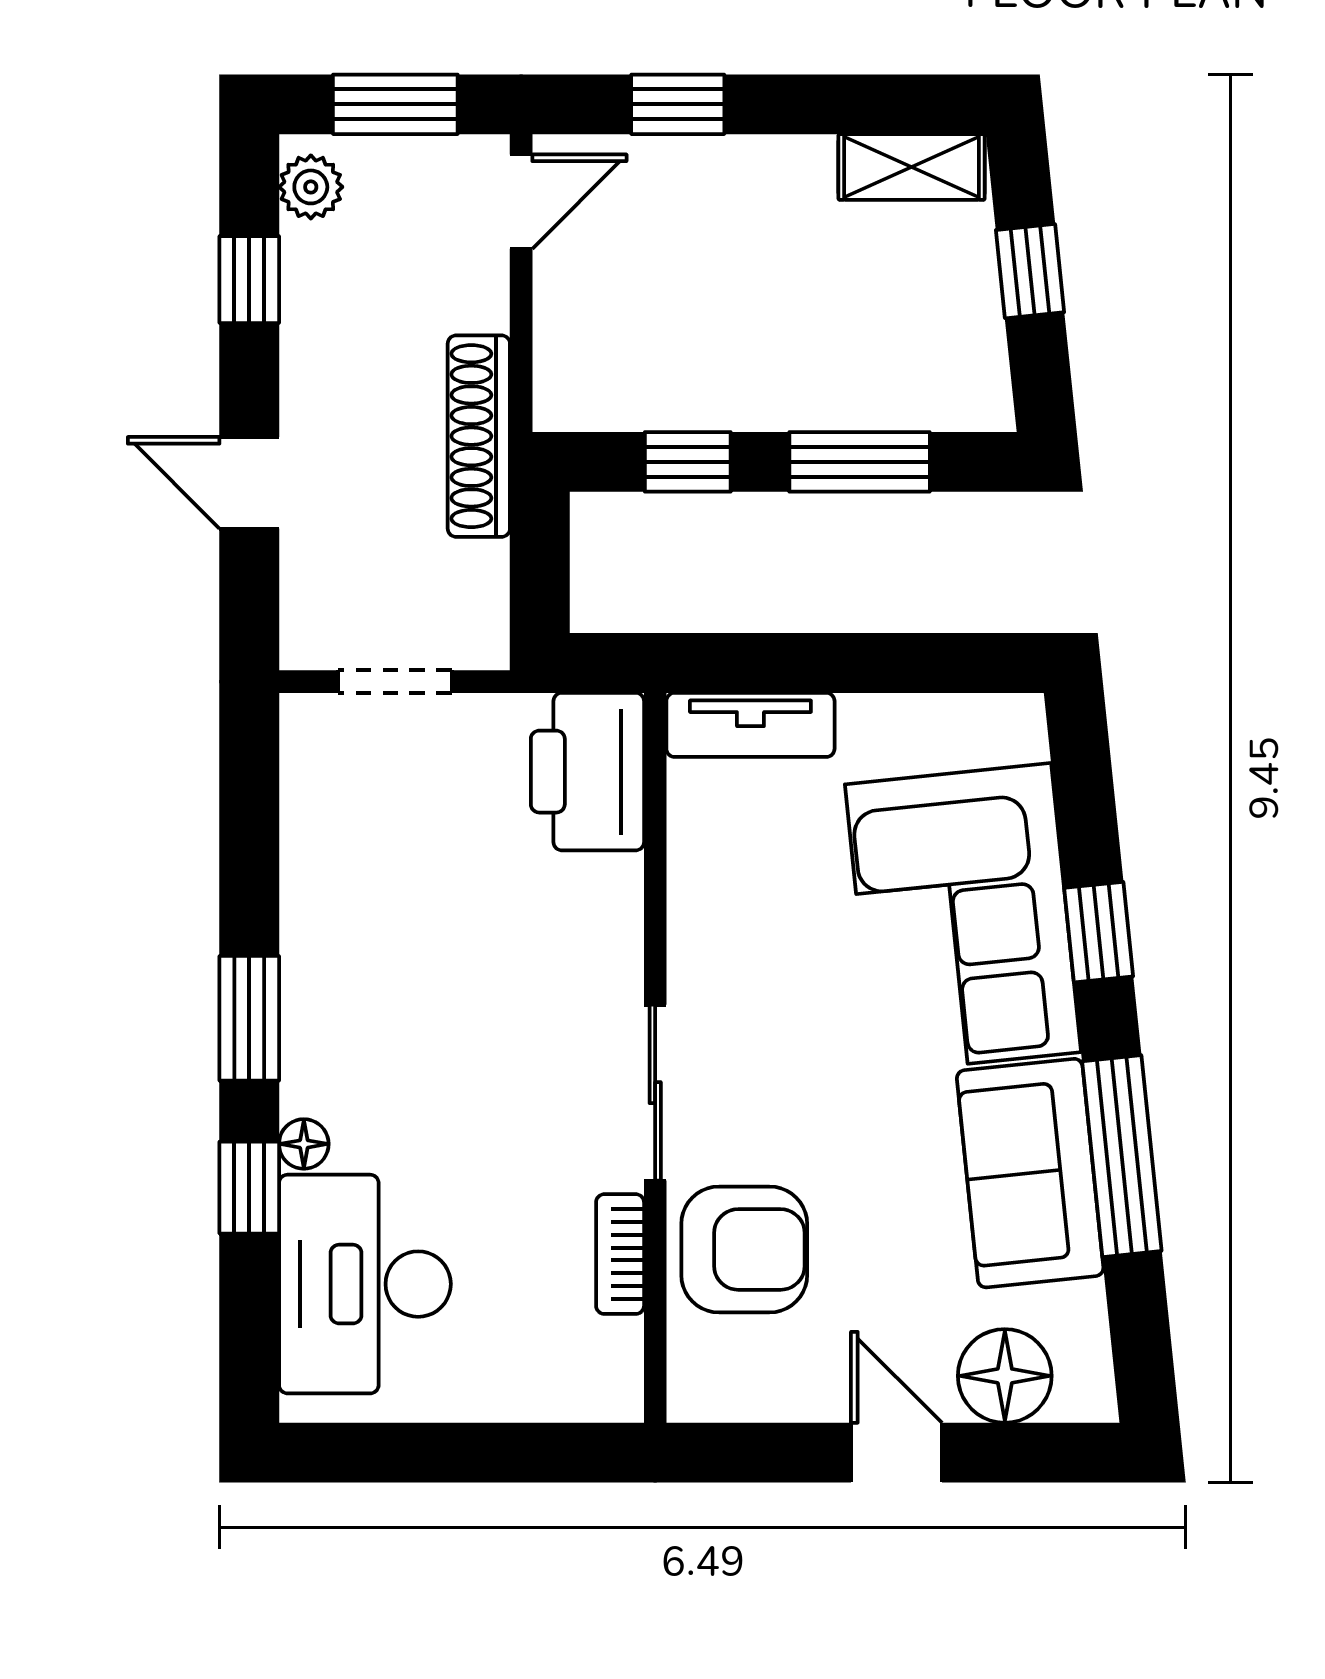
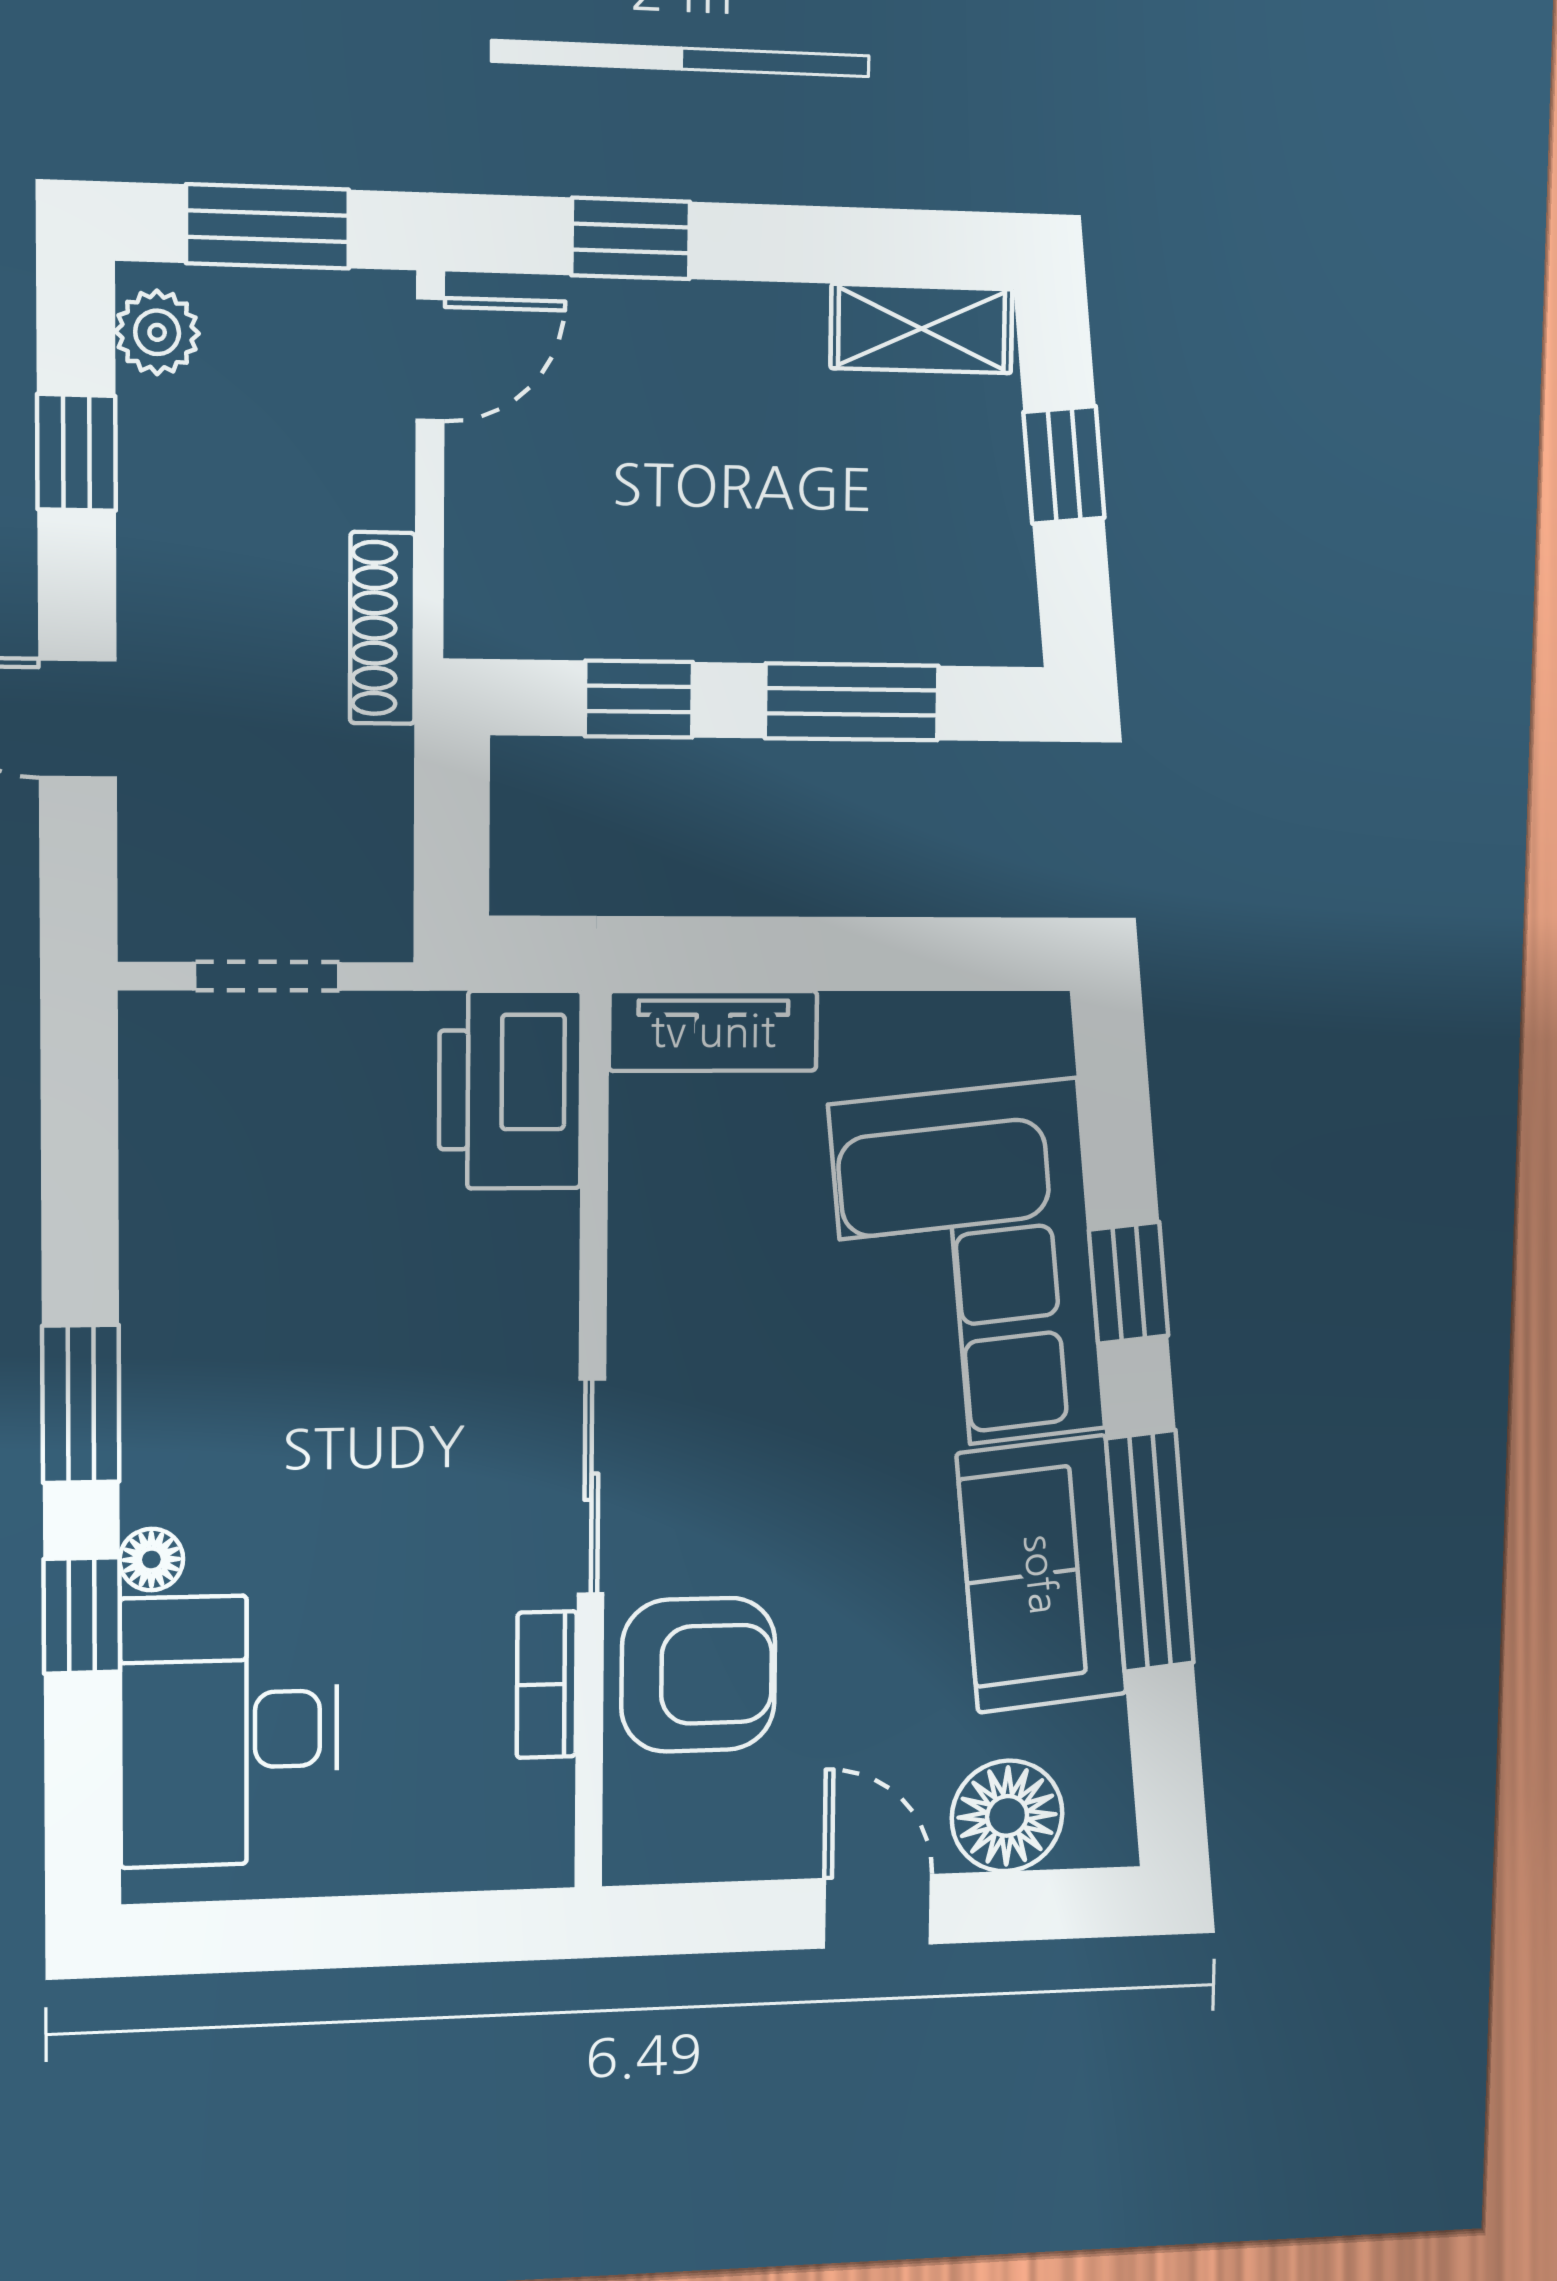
shoe rack: (479, 436) -> (383, 628), width x0.74, depth x0.81

